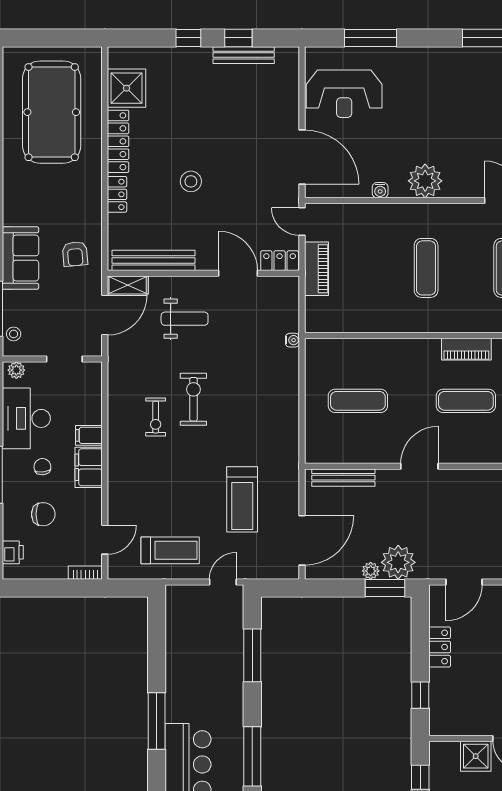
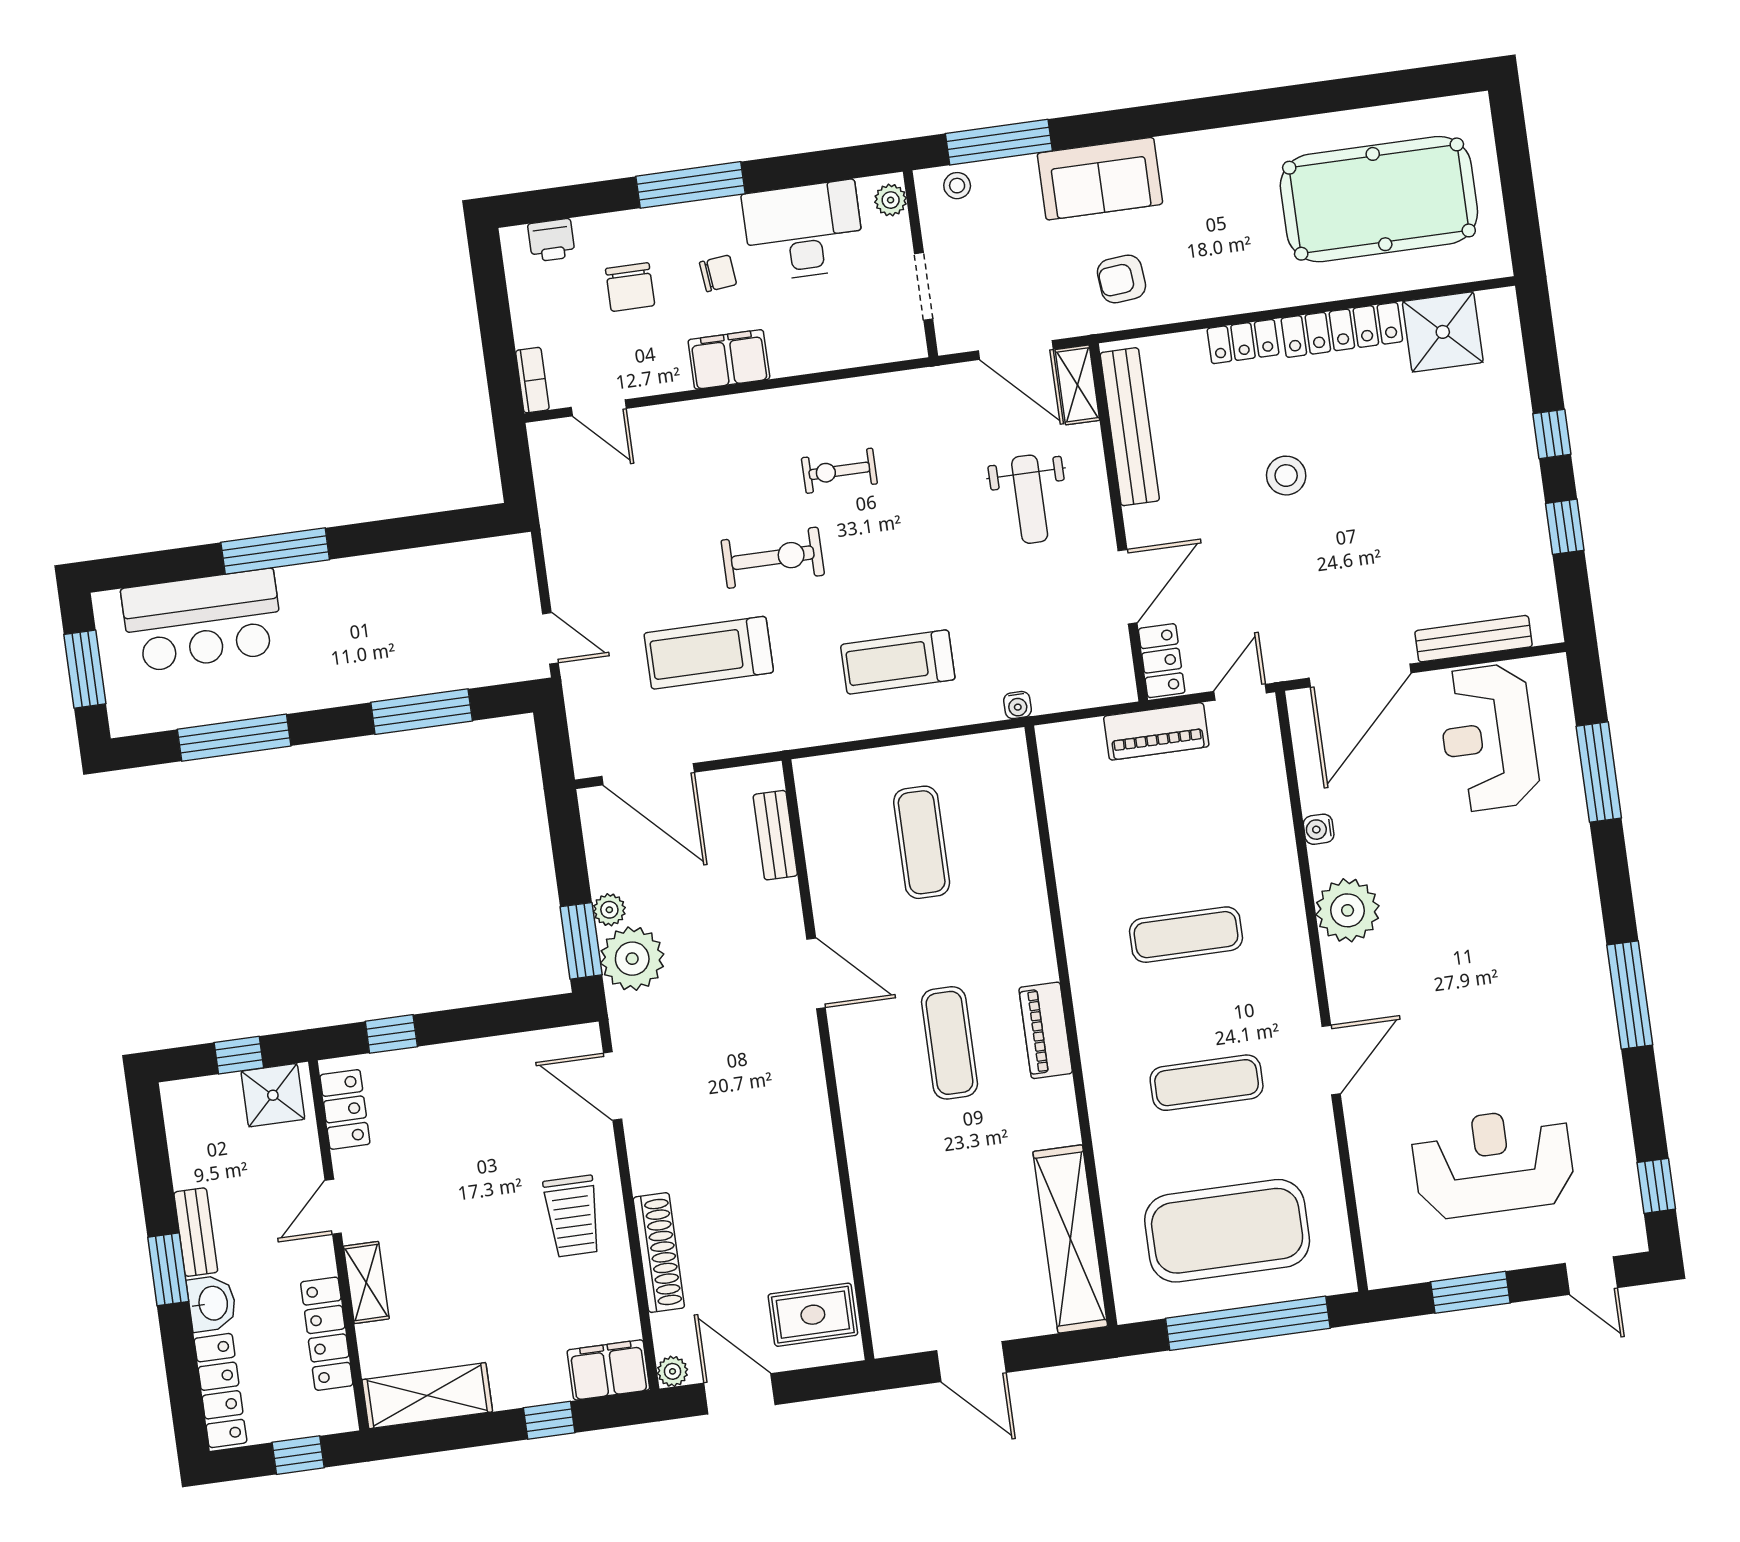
bench: (244, 55) -> (1474, 639), moved, turned 90
exercise bike: (193, 399) -> (773, 558), moved
filing cabinet: (89, 435) -> (788, 352), removed
bench: (343, 478) -> (775, 835), width x0.73
treadmill: (170, 550) -> (898, 662), moved, turned 90
locker: (440, 647) -> (345, 1109), moved, turned -90
shower: (476, 756) -> (273, 1095), moved

